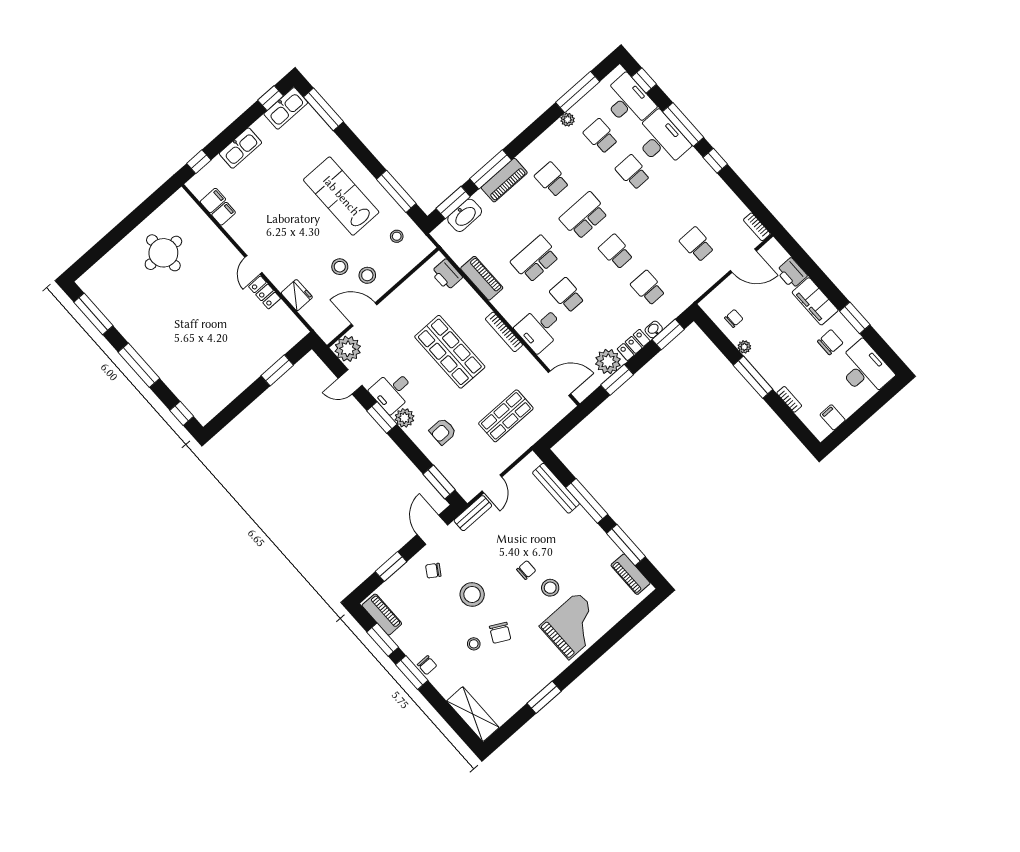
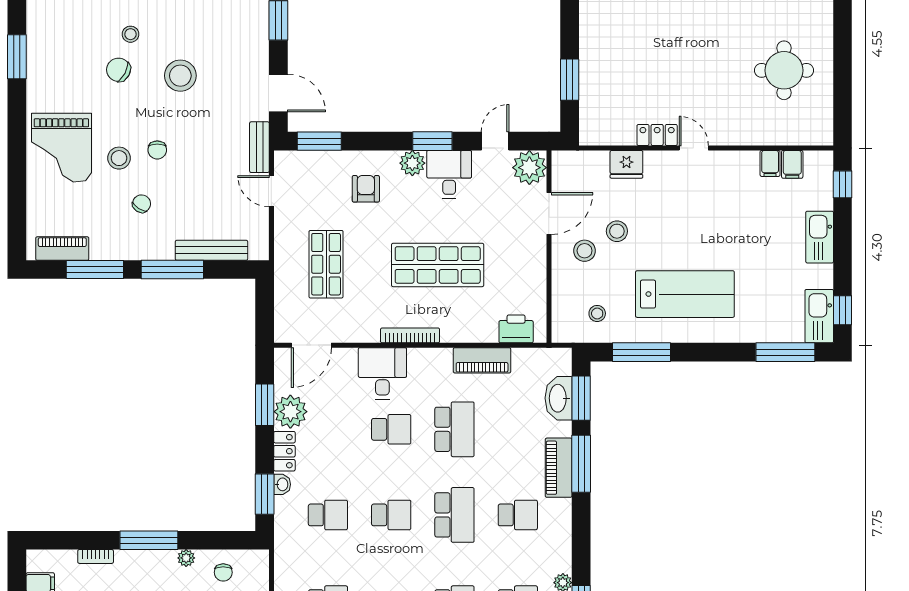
chair: (433, 571) -> (142, 204), moved

